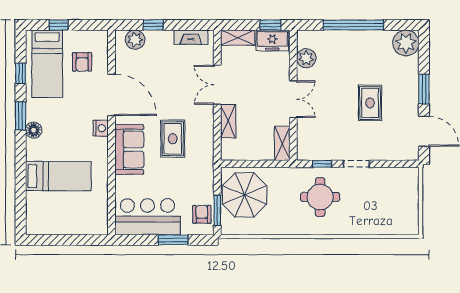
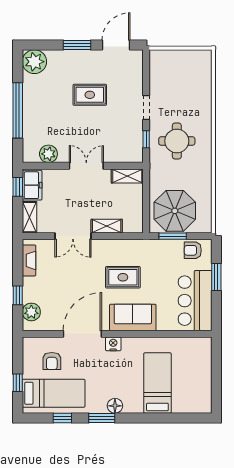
armchair: (82, 62) -> (52, 361), turned 90
window: (217, 210) -> (173, 236), moved

